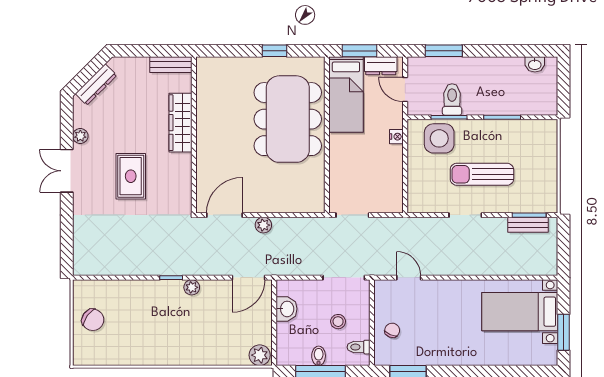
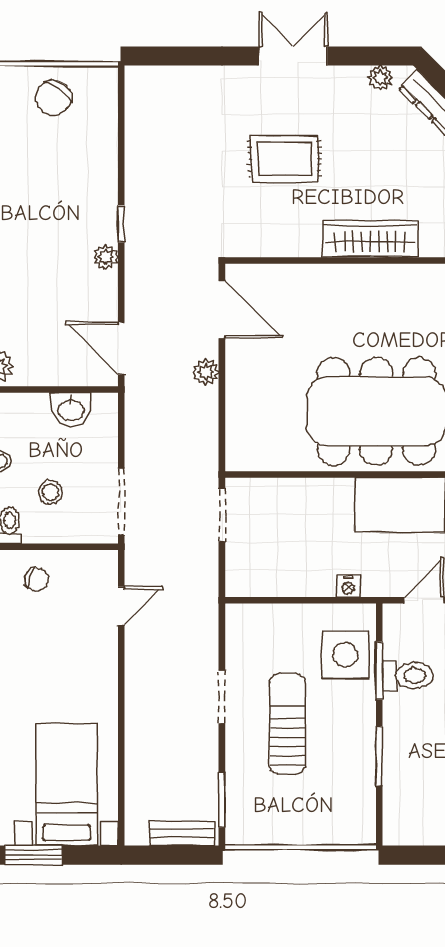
plant: (80, 136) -> (380, 78), moved
bench: (528, 225) -> (182, 833), moved, turned 90

